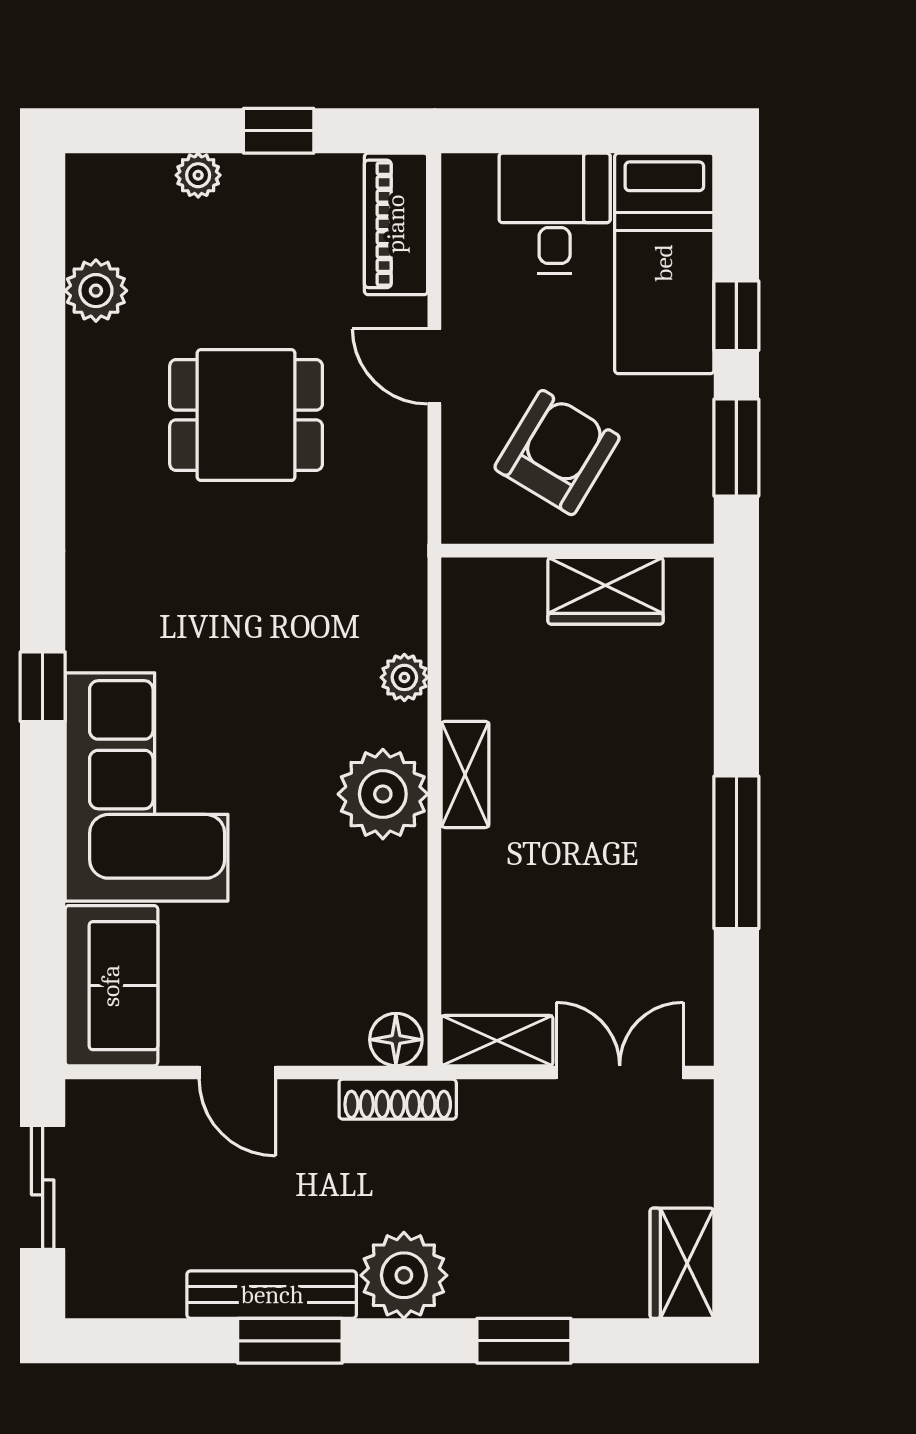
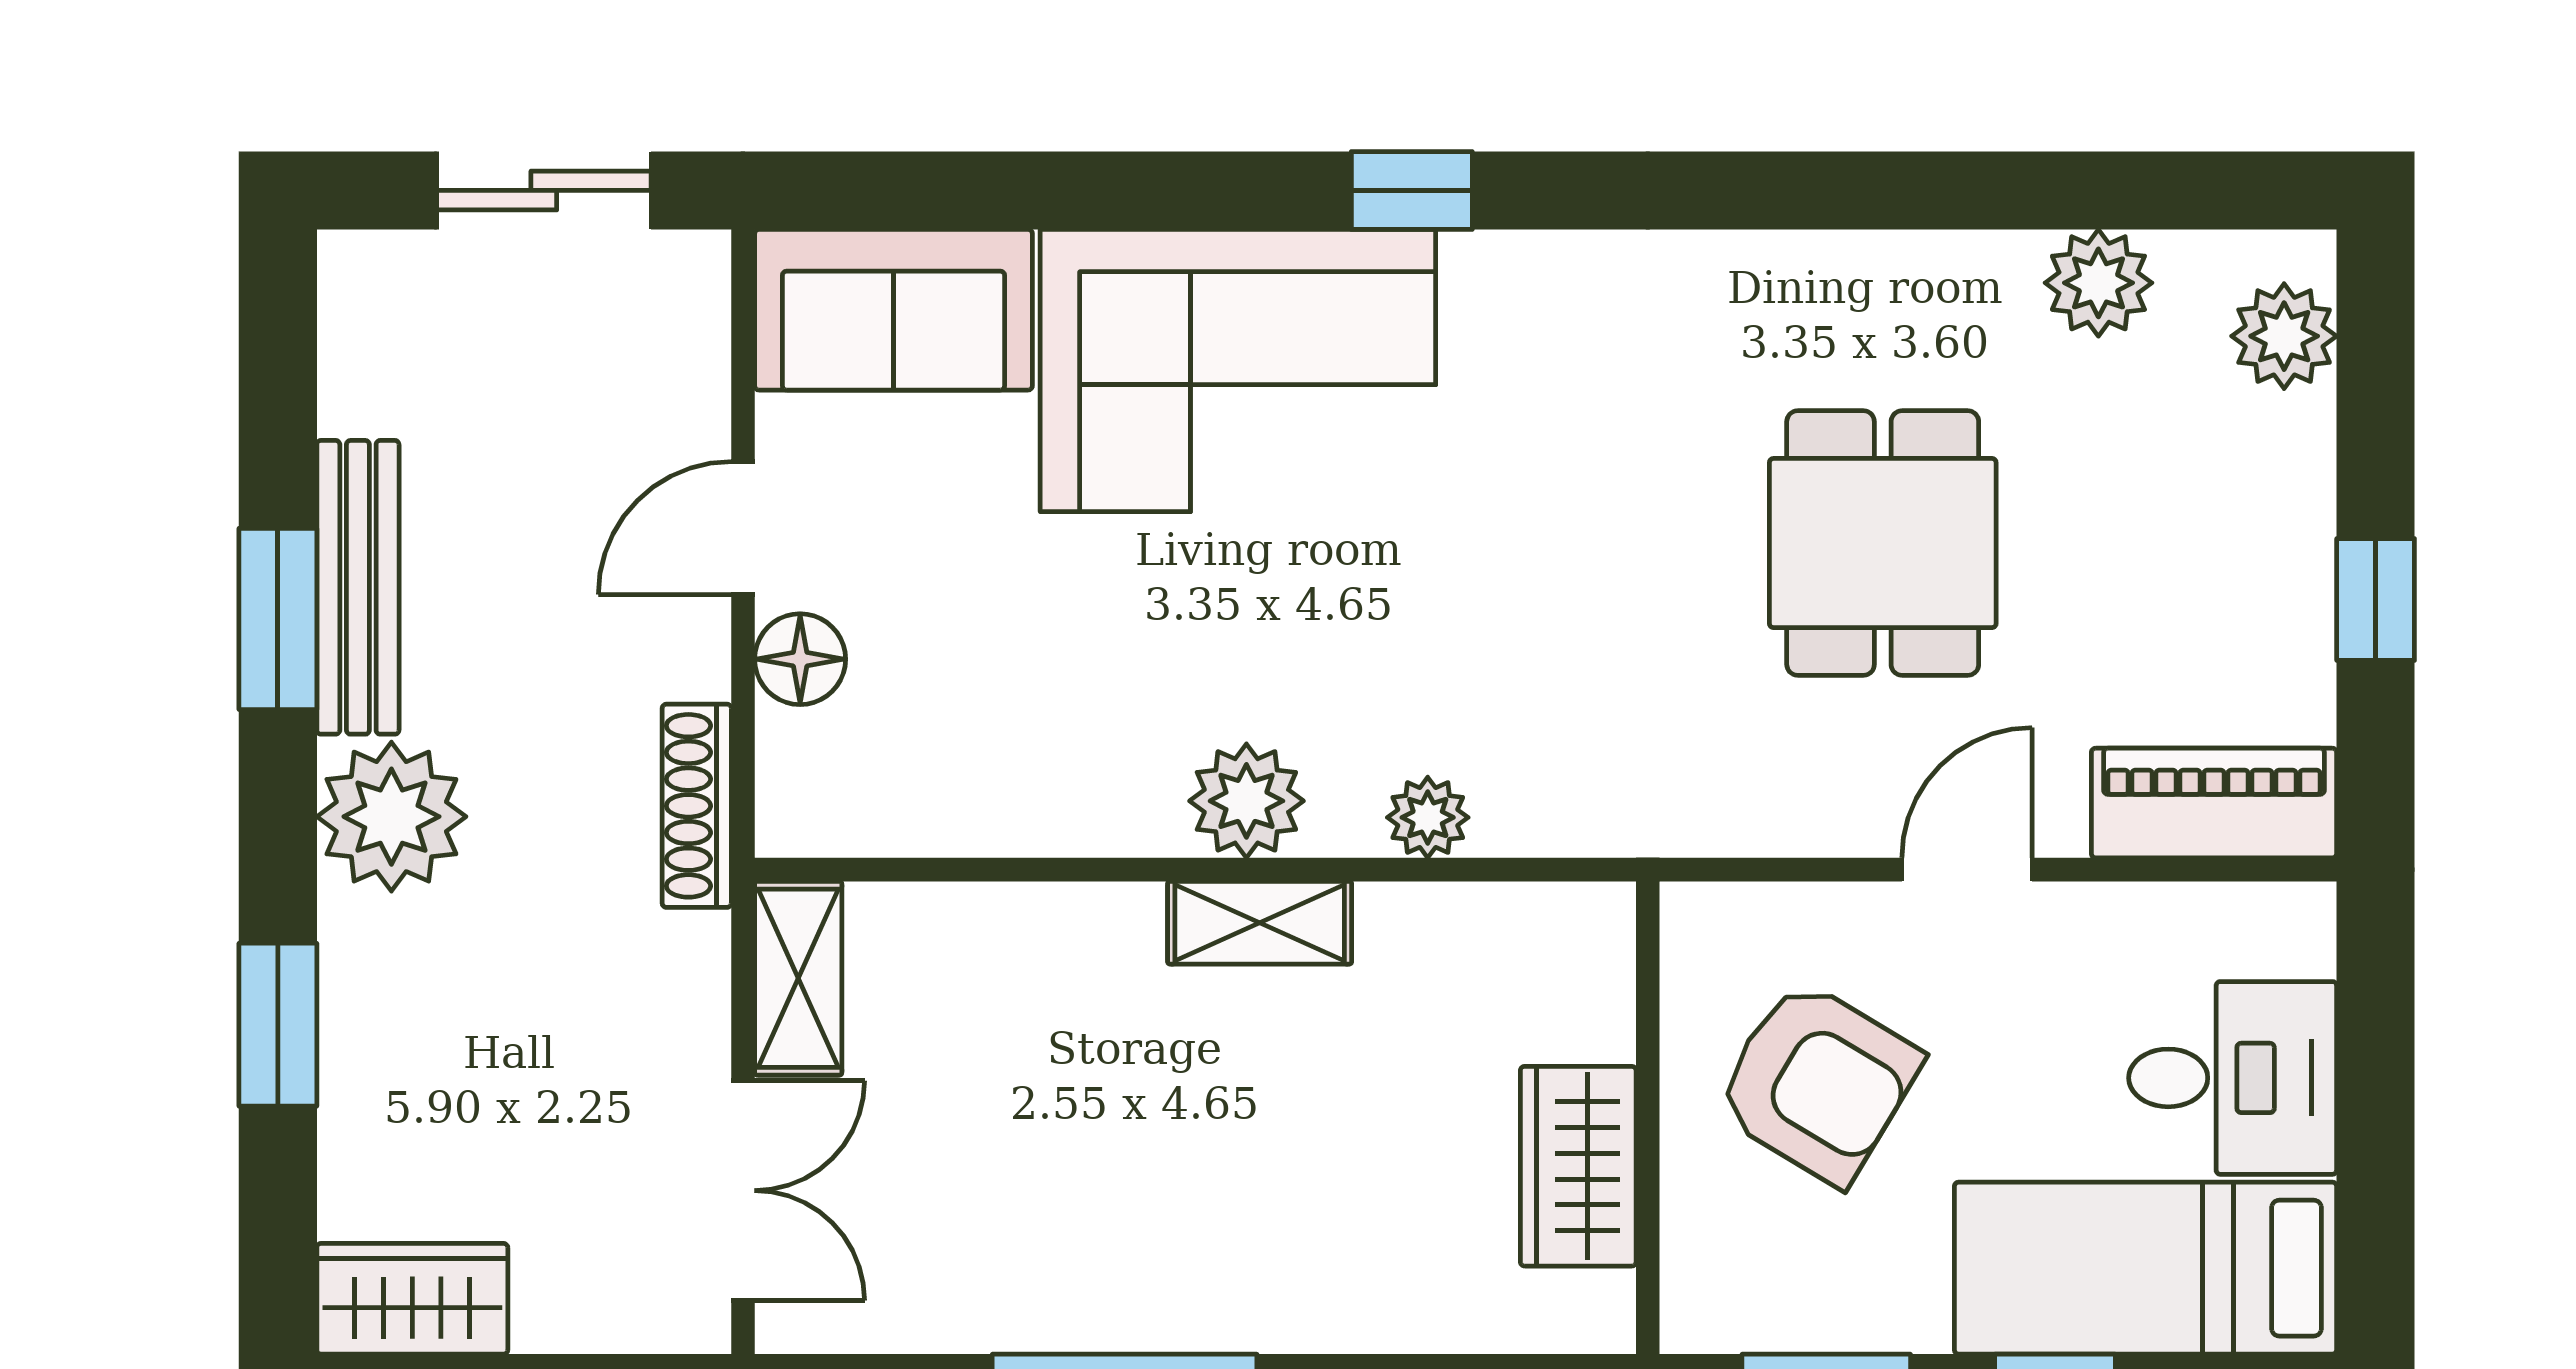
plant: (198, 175) -> (2284, 336), moved, width x1.38, depth x1.38
plant: (383, 794) -> (1246, 801), width x0.73, depth x0.73
floor lamp: (396, 1040) -> (800, 659), moved

